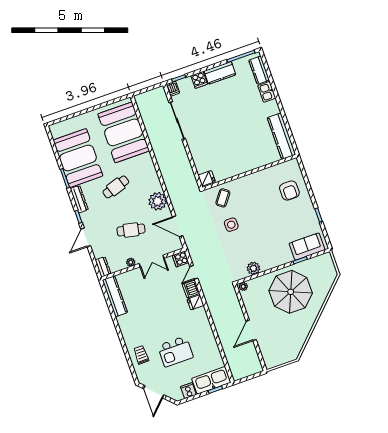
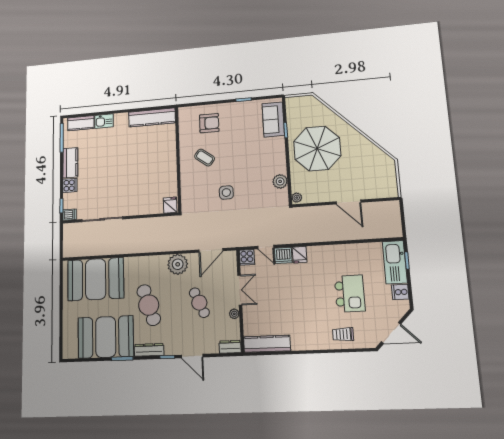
cafe table: (116, 187) -> (149, 305), width x1.37, depth x1.35
coffee table: (223, 198) -> (205, 158), moved
cafe table: (131, 230) -> (199, 303), turned -36

